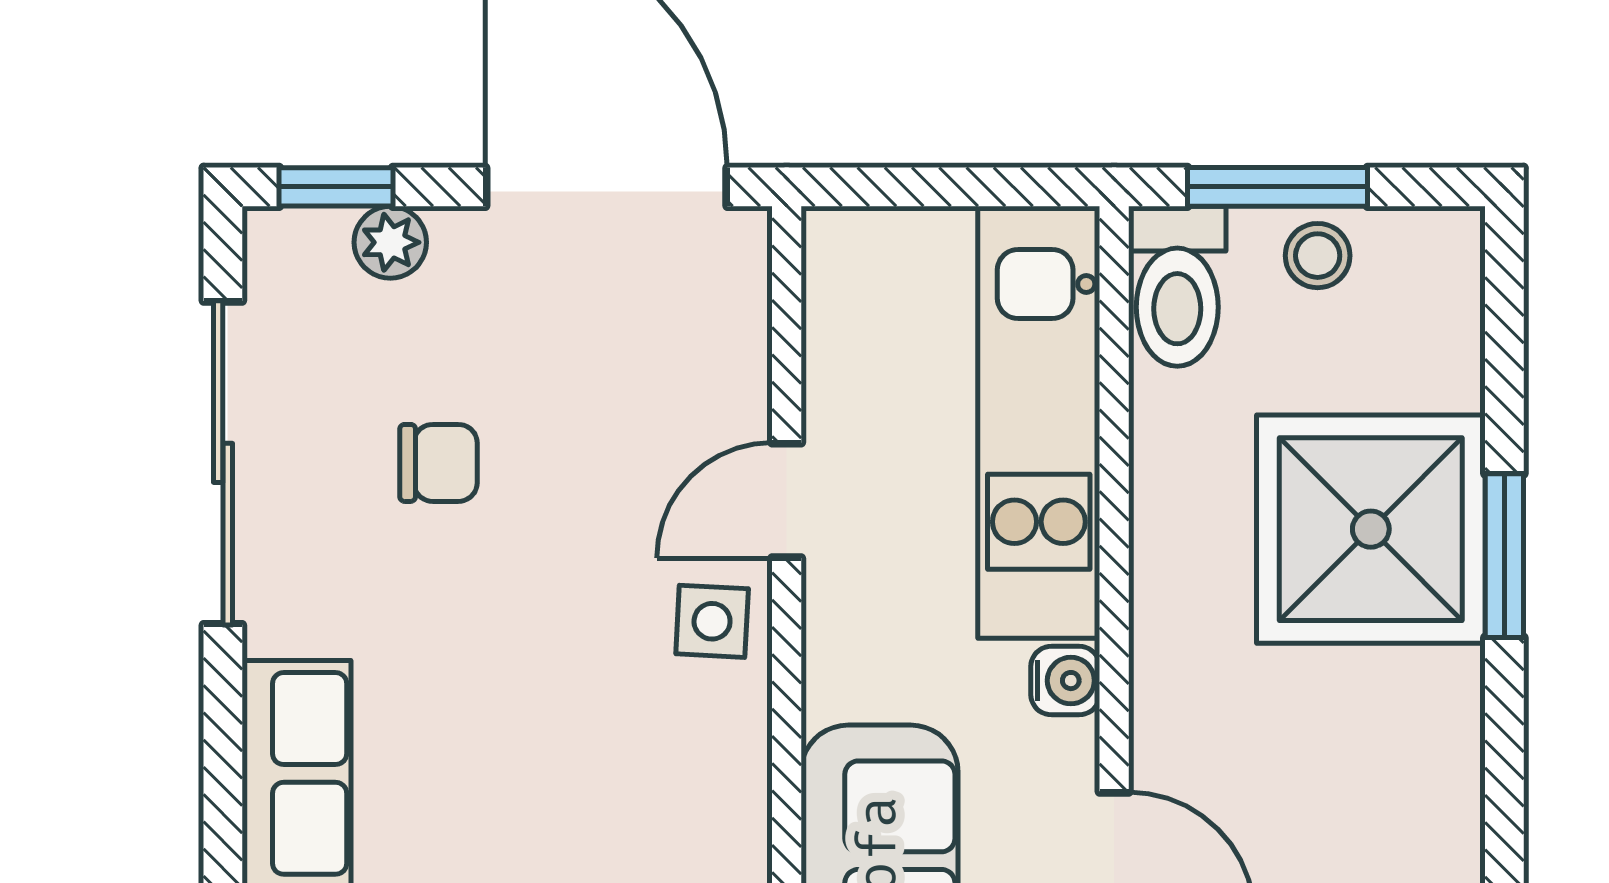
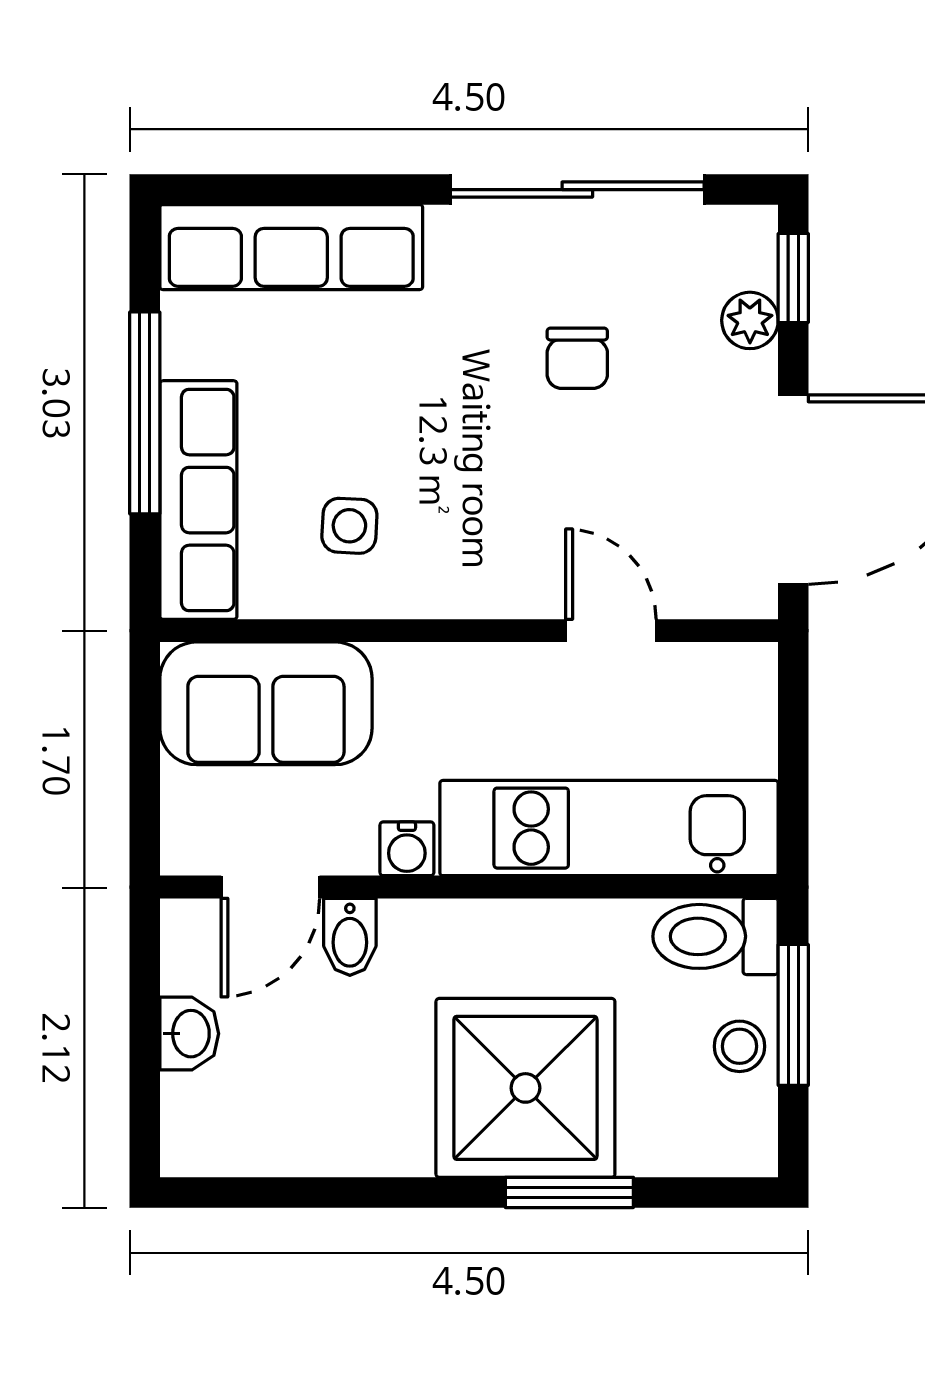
door: (787, 500) -> (611, 631), moved
window: (1504, 556) -> (569, 1192), moved
side table: (712, 621) -> (349, 526), moved
bidet: (1178, 753) -> (350, 937), added

